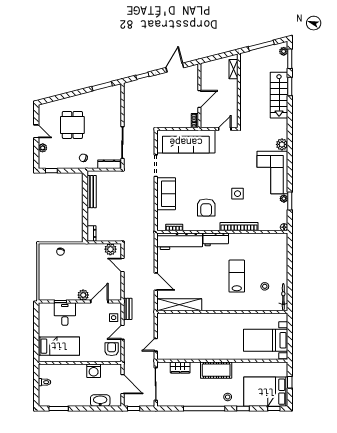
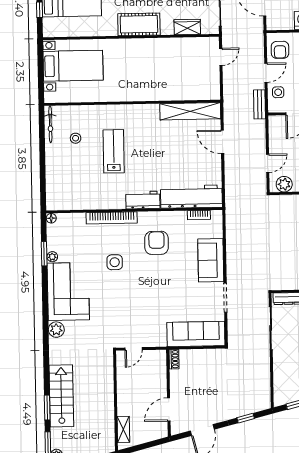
door: (199, 99) -> (169, 409), moved
sofa: (186, 142) -> (196, 334), width x0.74, depth x0.79
door: (122, 265) -> (268, 163), hinge flipped
lab bench: (237, 276) -> (114, 151), turned 180

